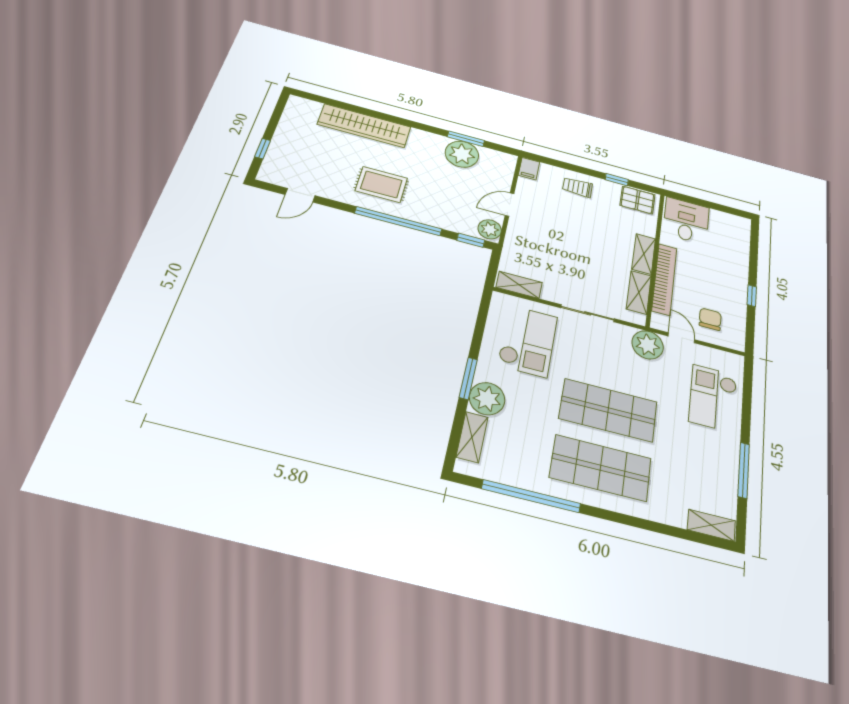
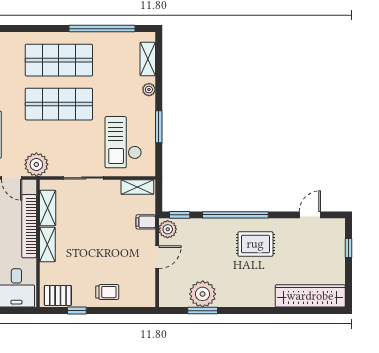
wardrobe: (364, 126) -> (310, 296), moved
filing cabinet: (529, 169) -> (146, 222), moved, turned -90
window: (468, 378) -> (159, 127), moved
plant: (487, 399) -> (149, 90), width x0.53, depth x0.53

